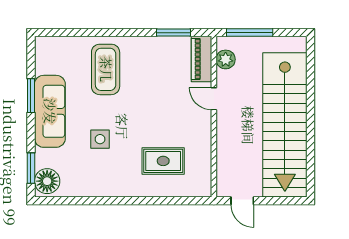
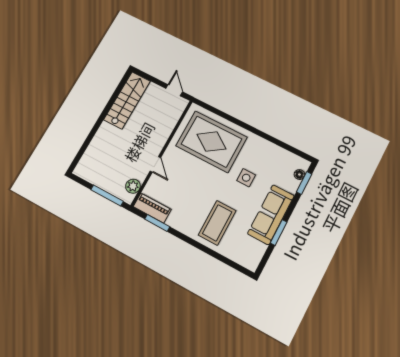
piano: (201, 59) -> (152, 208), moved, turned -90
stairs: (285, 125) -> (127, 100), width x0.54, depth x0.66
rug: (163, 161) -> (211, 141), width x1.86, depth x2.06
floor lamp: (47, 181) -> (299, 174), width x0.53, depth x0.53

